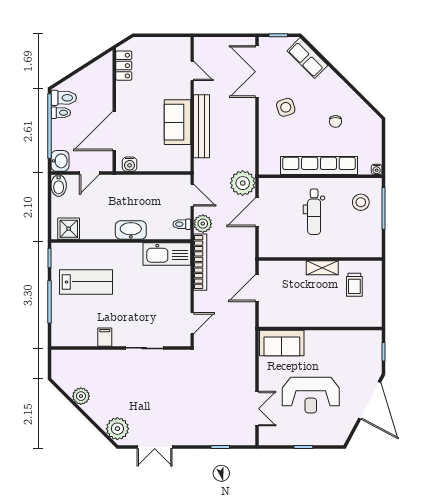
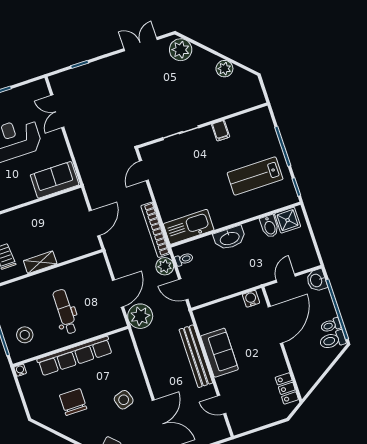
chair: (335, 121) -> (73, 402), width x1.87, depth x1.87
bidet: (59, 186) -> (269, 226), moved, turned 180

